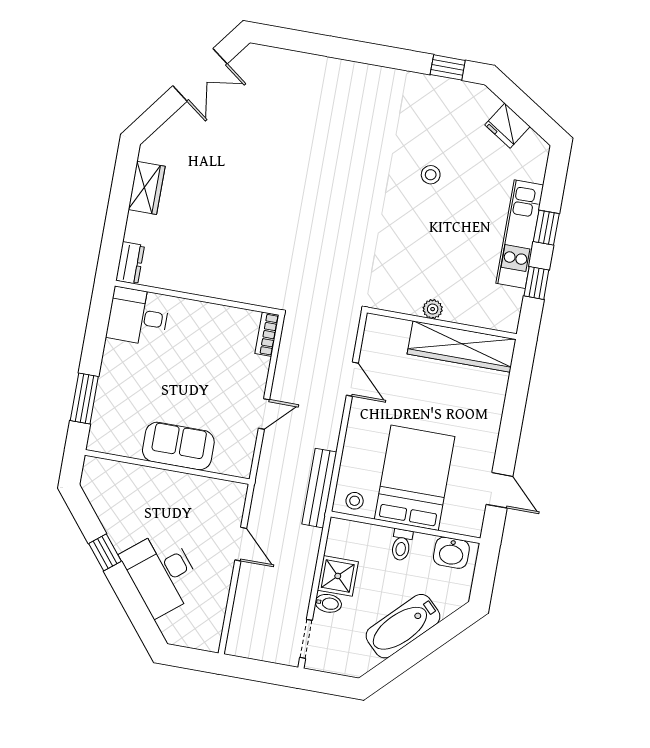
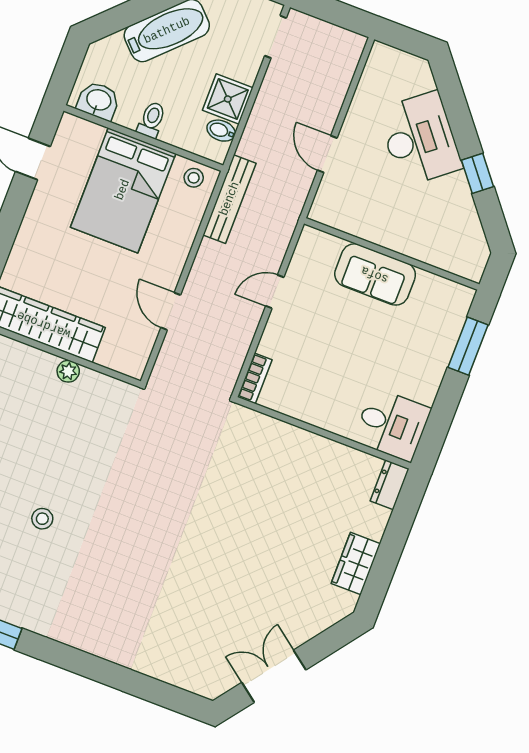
bidet: (328, 603) -> (221, 131), moved

